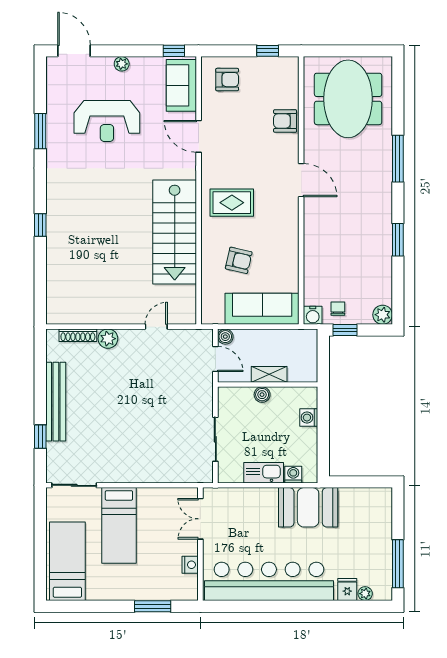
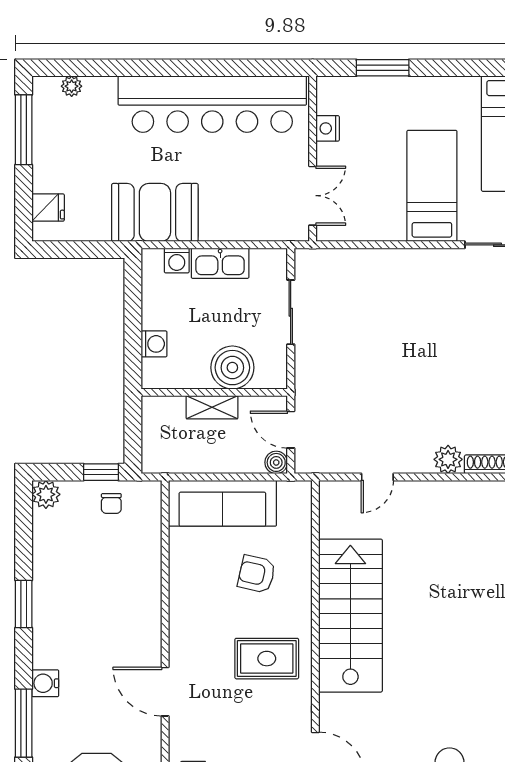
water cooler: (313, 315) -> (45, 683), moved, turned -90
boiler: (262, 395) -> (232, 368), width x1.86, depth x1.86
fridge: (347, 589) -> (48, 208), moved, turned -90

